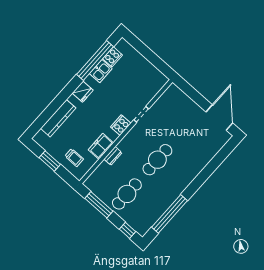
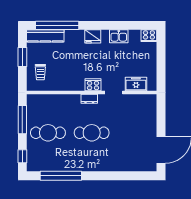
cooker: (113, 57) -> (149, 36), moved
window: (95, 61) -> (57, 25), moved
kitchen counter: (58, 118) -> (45, 36), moved
freezer: (101, 146) -> (136, 84), moved
dresser: (113, 156) -> (89, 99), moved

